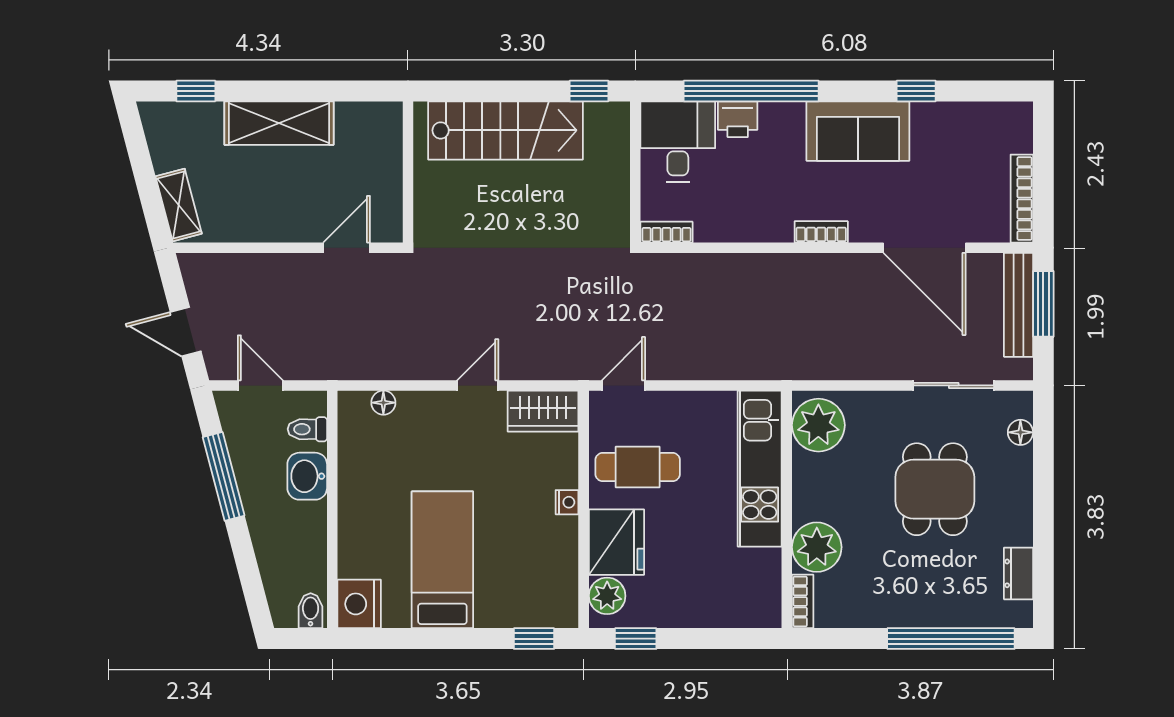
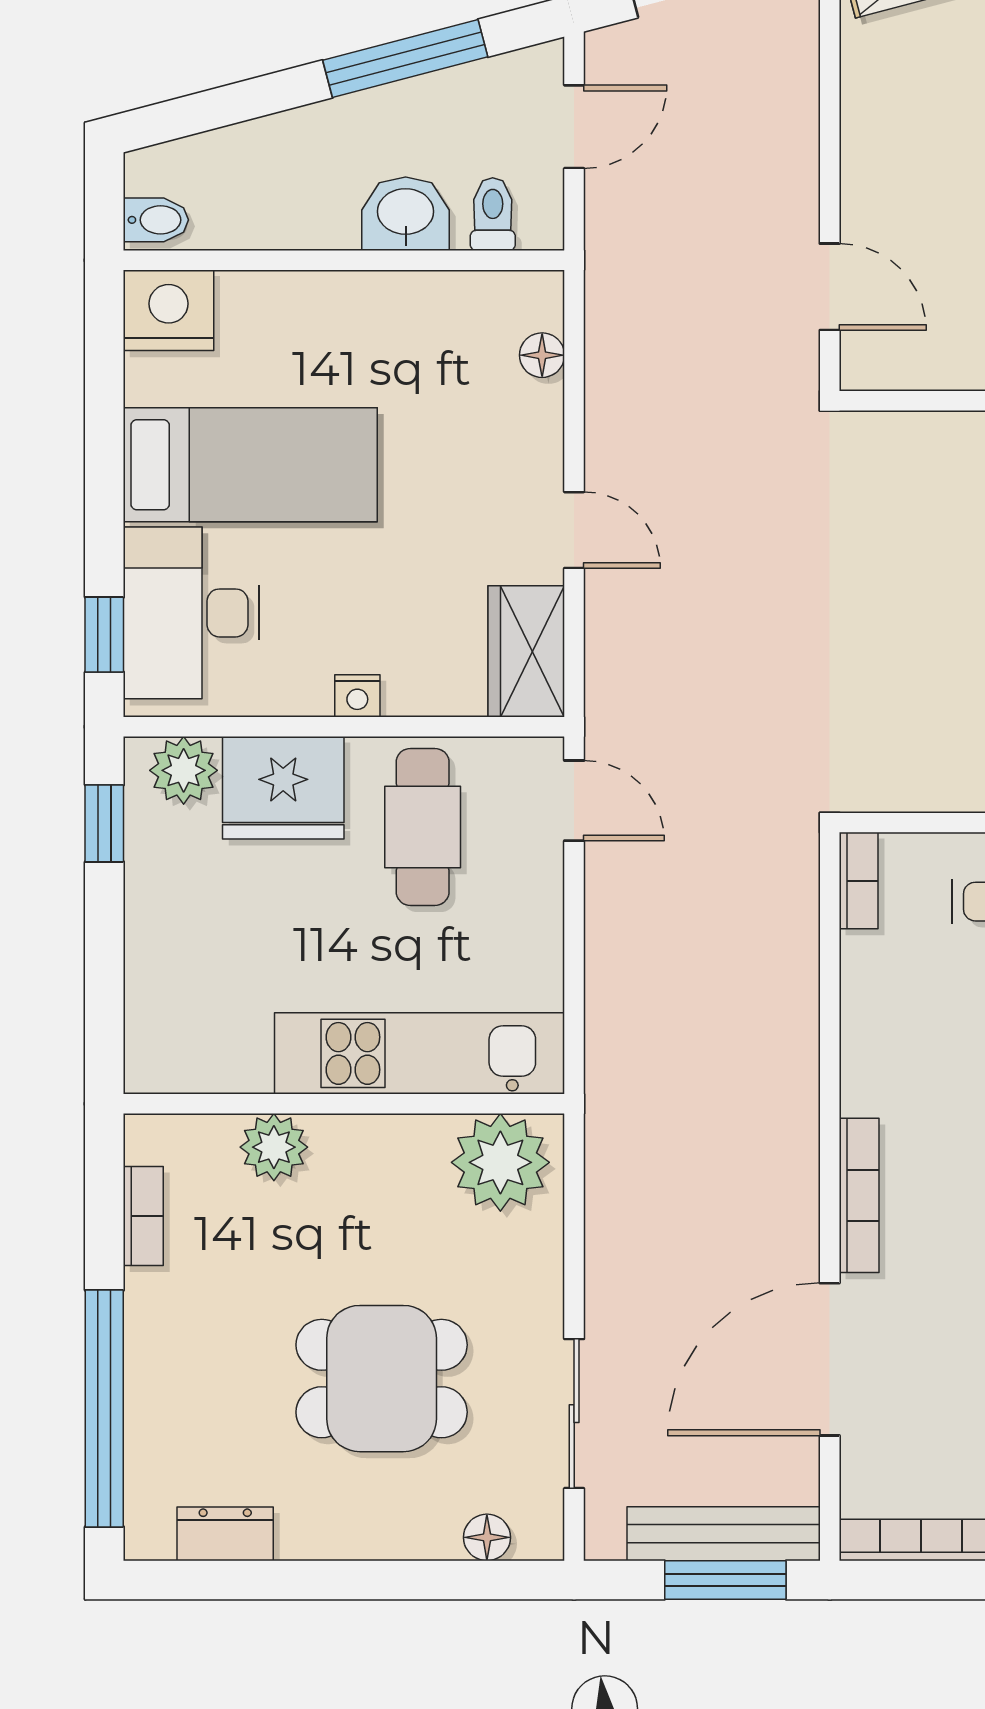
bookcase: (821, 232) -> (859, 1195), width x1.56
plant: (817, 547) -> (274, 1147), width x0.73, depth x0.73
desk: (522, 592) -> (191, 613), added
bookcase: (803, 601) -> (143, 1216), moved, turned -90

